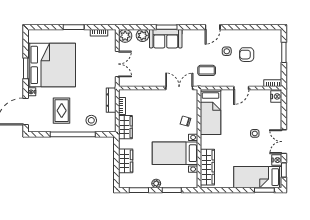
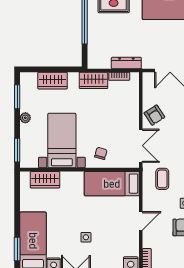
armchair: (154, 77) -> (154, 115), added
door: (241, 88) -> (141, 221), swing flipped
stool: (91, 120) -> (102, 39), removed
wardrobe: (207, 167) -> (45, 180), width x0.67
window: (172, 190) -> (17, 150), moved

